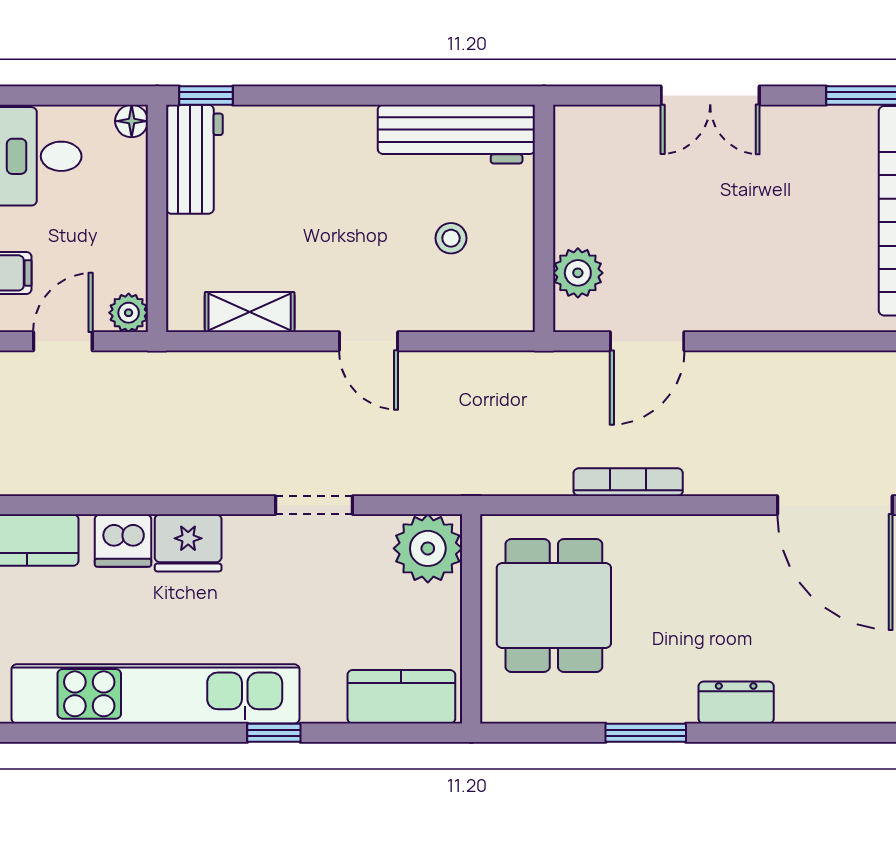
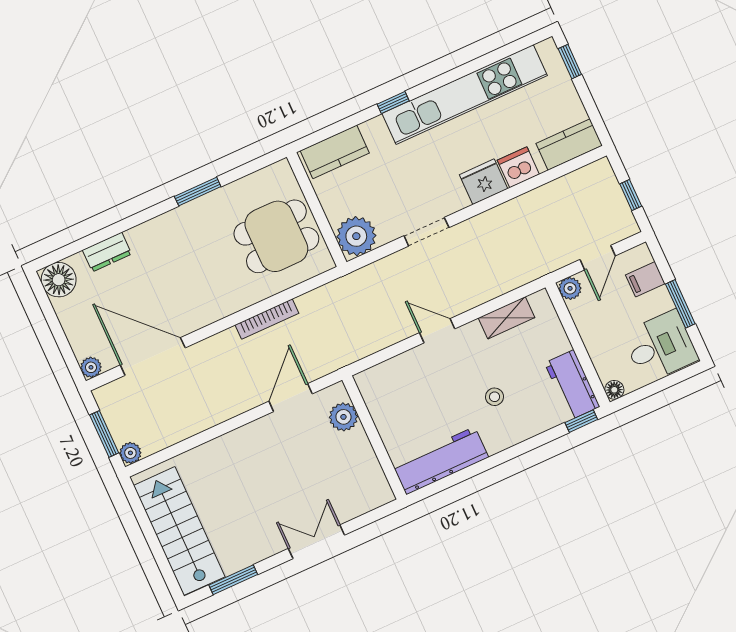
stool: (451, 238) -> (495, 397), moved
dining table: (554, 606) -> (276, 236), turned 90
dresser: (736, 702) -> (107, 252), moved

